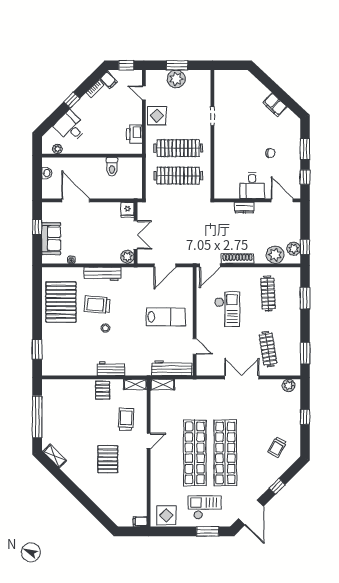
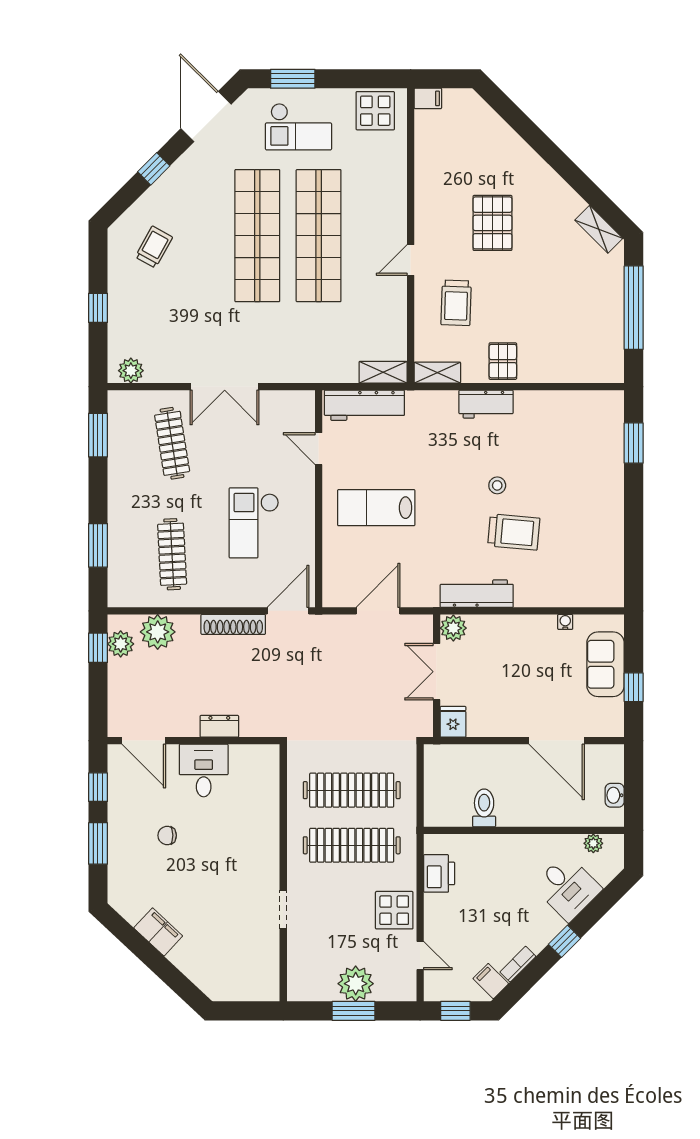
workbench: (102, 274) -> (477, 594), moved
pallet: (61, 302) -> (586, 537), removed

